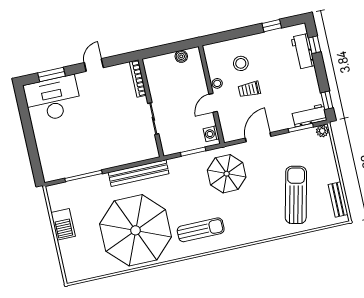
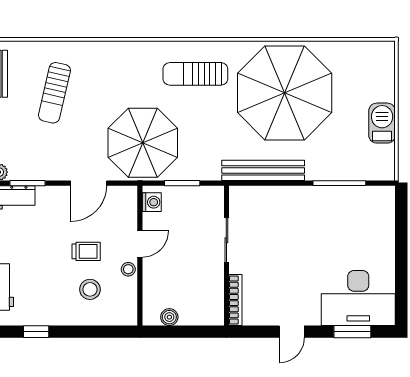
parasol: (227, 174) -> (143, 143), width x1.36, depth x1.36
sun lounger: (296, 195) -> (54, 93), width x0.73, depth x0.75

